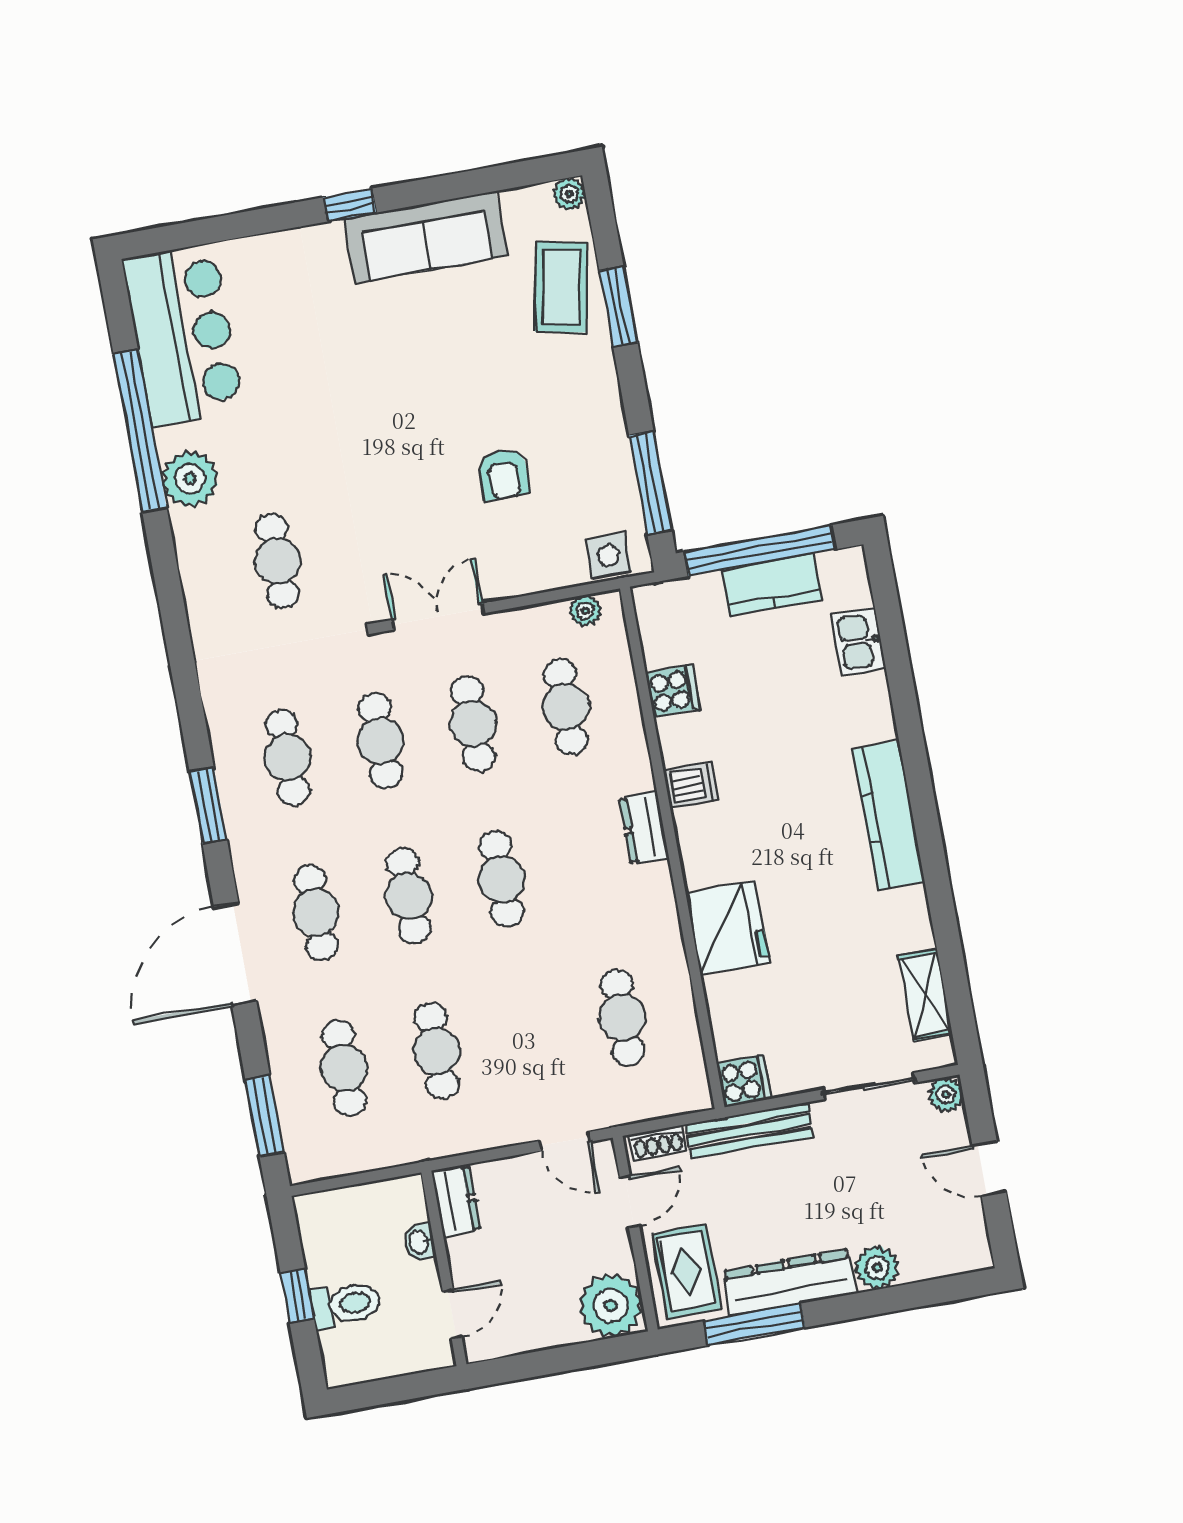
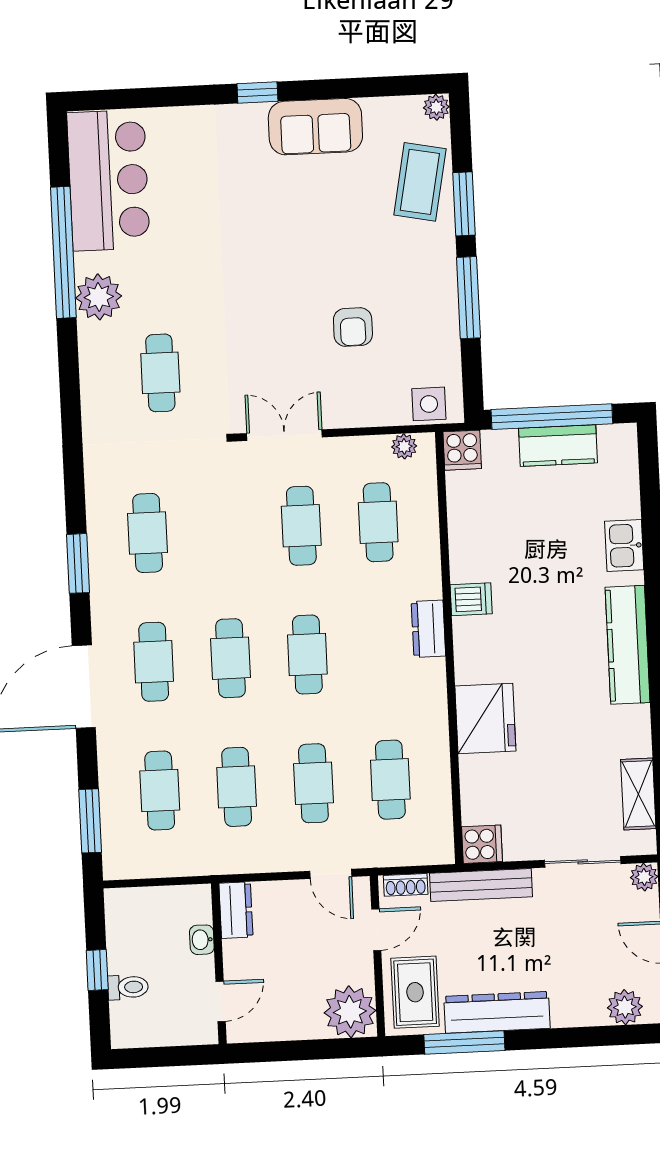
sofa: (426, 237) -> (315, 127), width x0.73
window: (650, 483) -> (468, 298), moved
kitchen sink: (858, 642) -> (624, 546), moved
cooker: (673, 691) -> (462, 450), moved, turned 90
cafe table: (380, 741) -> (313, 783), moved
plant: (877, 1267) -> (625, 1007), moved
toilet: (346, 1304) -> (128, 987), width x0.73, depth x0.72

